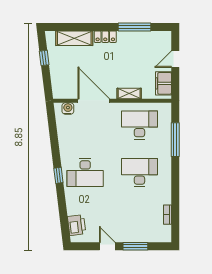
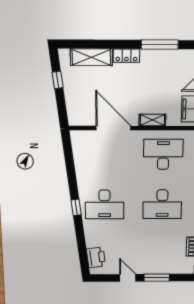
water cooler: (68, 108) -> (85, 136), removed
desk: (139, 173) -> (162, 204), turned 180

